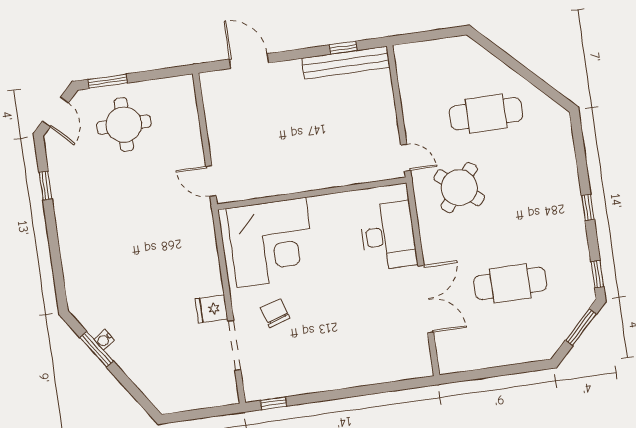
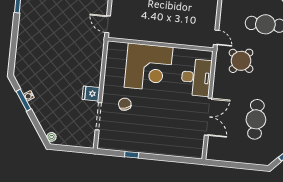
corner desk: (271, 243) -> (149, 67), moved
cafe table: (510, 283) -> (256, 119), turned 90
plant: (161, 401) -> (52, 137), added
window: (274, 403) -> (132, 155), moved

